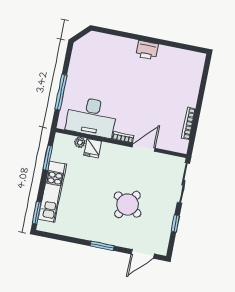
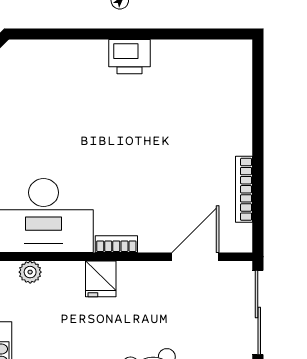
fridge: (93, 148) -> (101, 279), moved
door: (144, 148) -> (195, 257), moved

